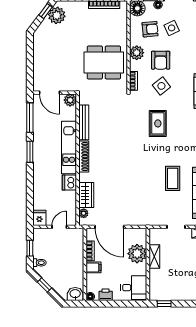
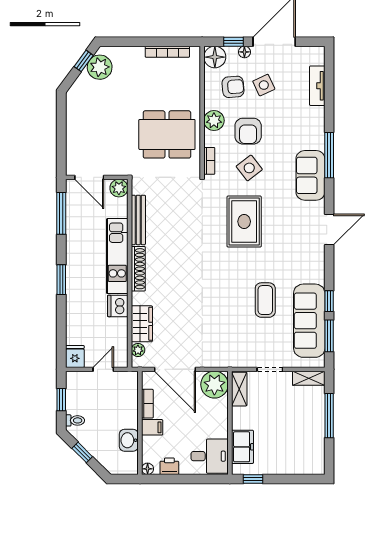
rug: (158, 123) -> (244, 222), width x1.36, depth x1.43
window: (30, 152) -> (61, 280), moved
plant: (137, 254) -> (214, 385), moved
shelving: (154, 257) -> (239, 389), moved
freezer: (157, 281) -> (242, 447), added
washbasin: (75, 294) -> (129, 440), moved, turned -90

